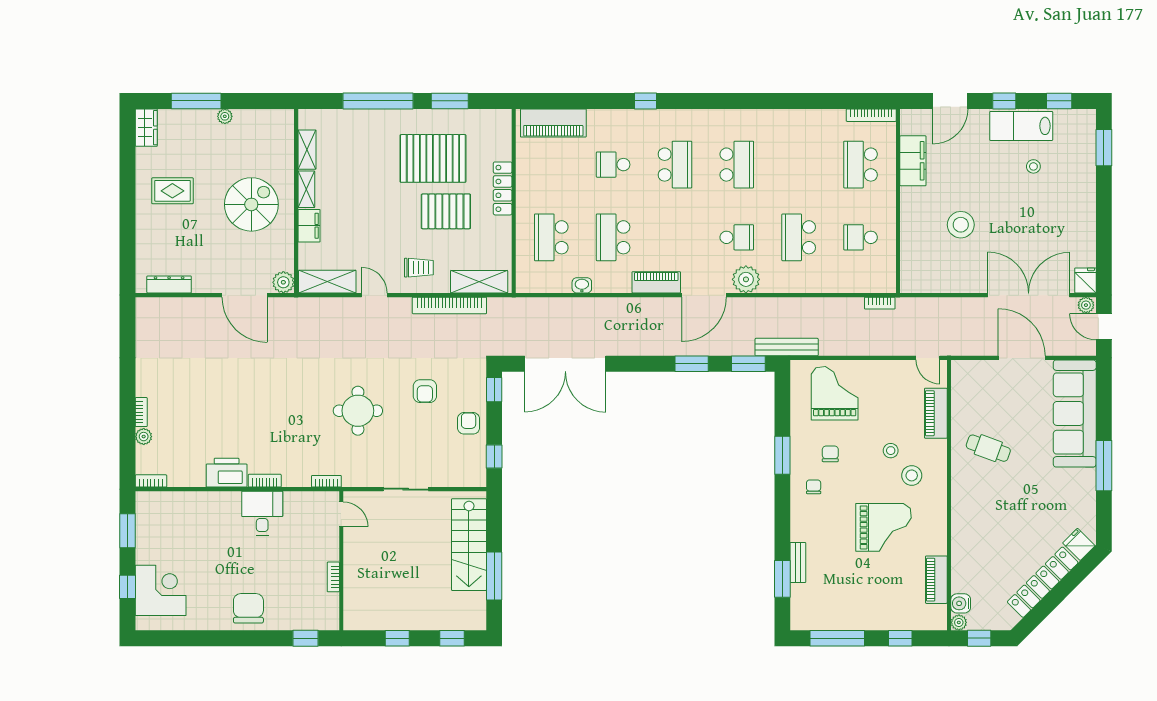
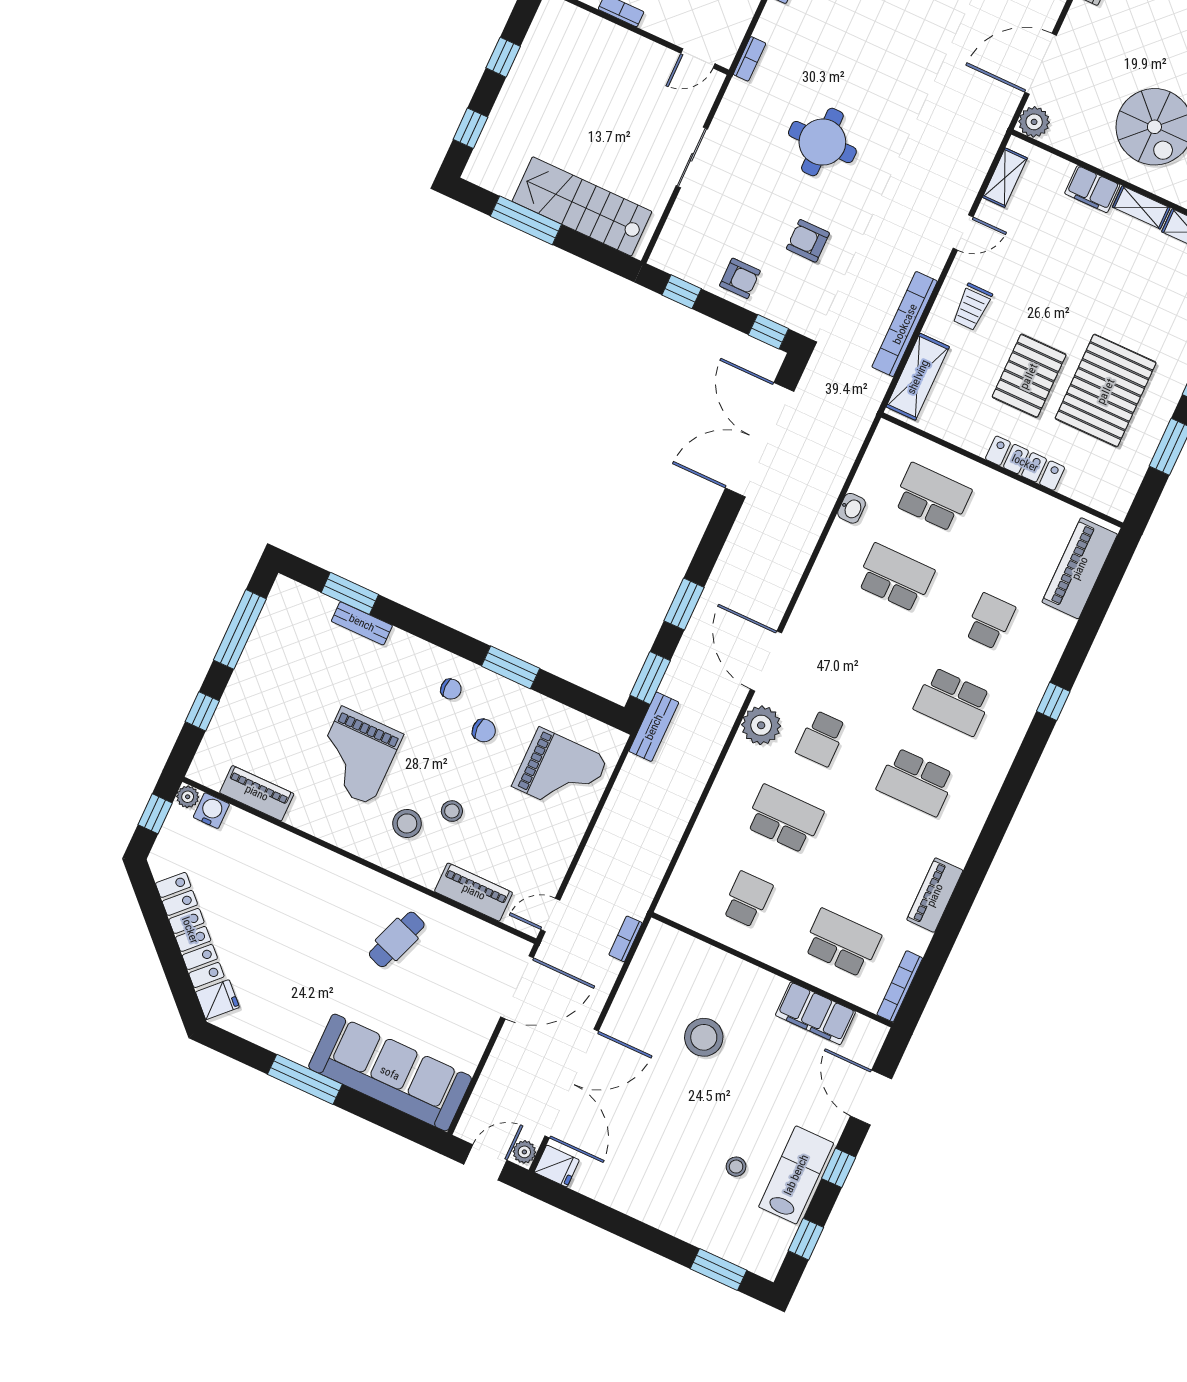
shelving: (327, 282) -> (1005, 178), width x0.67, depth x0.75
piano: (656, 282) -> (935, 895), moved, turned 180
bookcase: (880, 303) -> (626, 939), moved
bench: (787, 347) -> (654, 727), width x0.73
door: (1022, 358) -> (517, 987), moved

